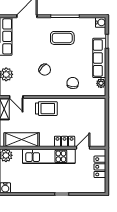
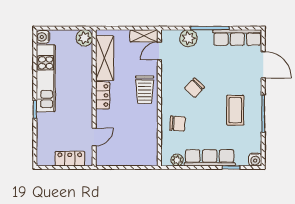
locker: (65, 141) -> (102, 95), moved
door: (83, 148) -> (94, 137), hinge flipped
kitchen unit: (49, 156) -> (46, 78), moved, turned 180

